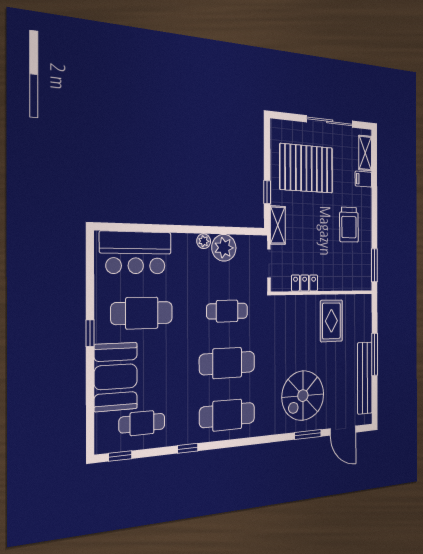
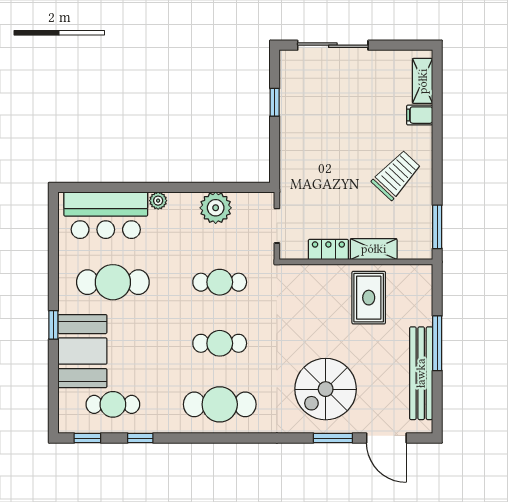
sliding door: (330, 121) -> (333, 45), moved
pallet: (306, 168) -> (331, 107), removed
window: (267, 192) -> (275, 102), moved
shelving: (278, 225) -> (374, 249), moved, turned 90
trolley: (349, 225) -> (396, 175), turned -137
plant: (204, 241) -> (158, 201), moved
window: (90, 333) -> (53, 325), moved
cafe table: (227, 363) -> (220, 343), width x0.73, depth x0.74
window: (188, 448) -> (140, 438), moved

